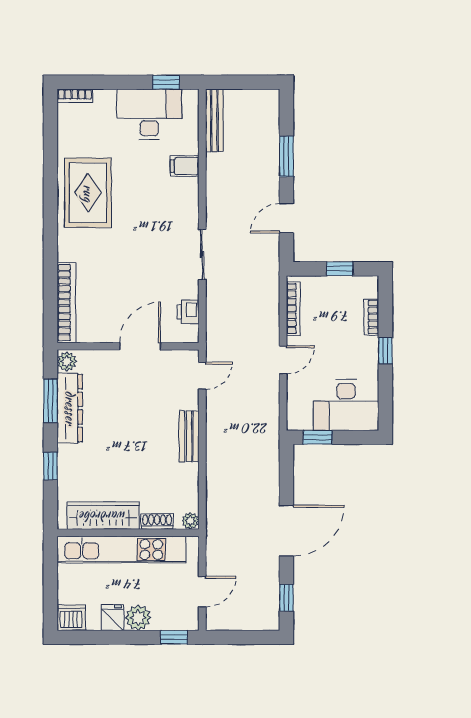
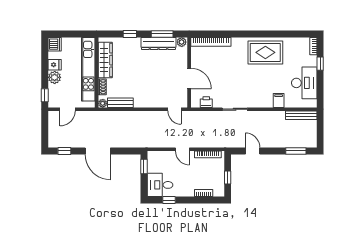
window: (166, 82) -> (320, 64), moved
window: (286, 156) -> (296, 151), moved
window: (385, 351) -> (169, 200), moved
desk: (346, 405) -> (160, 185), width x0.73
bench: (189, 436) -> (120, 103), moved
door: (202, 592) -> (67, 109), hinge flipped

